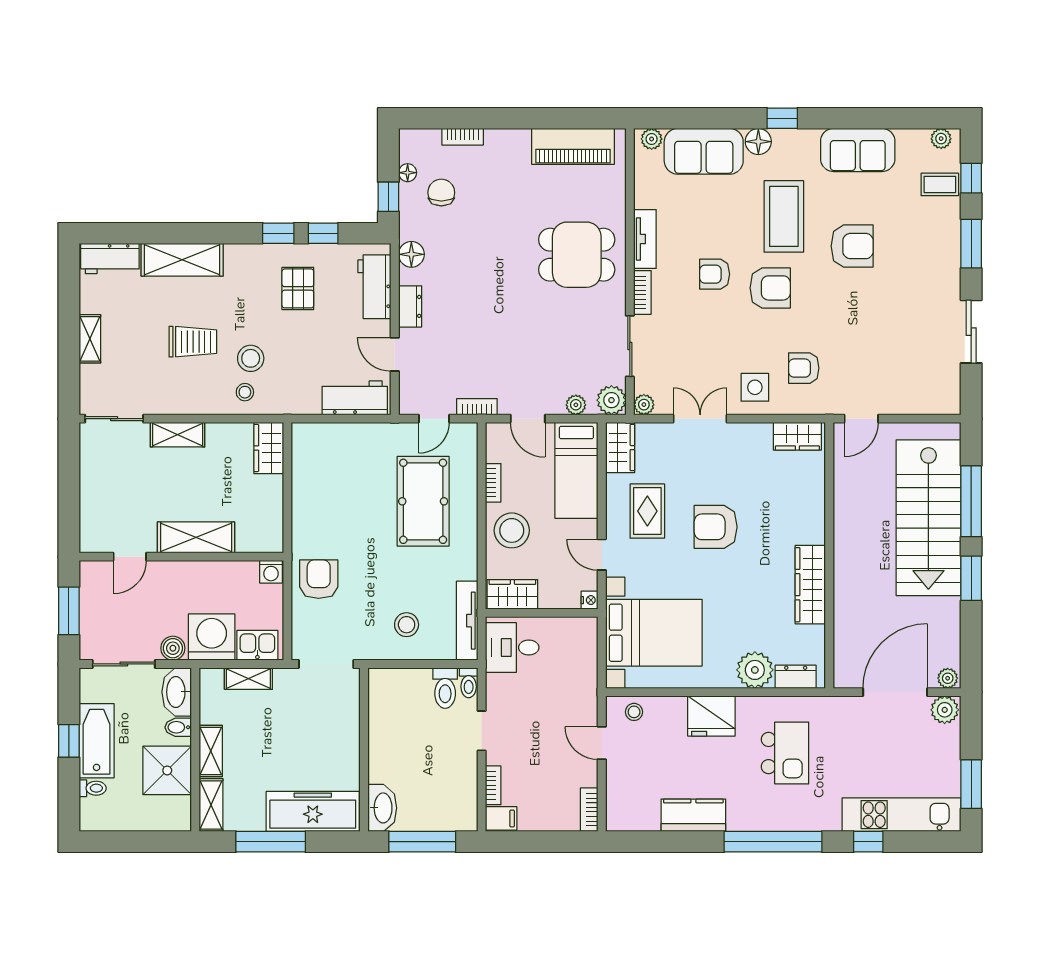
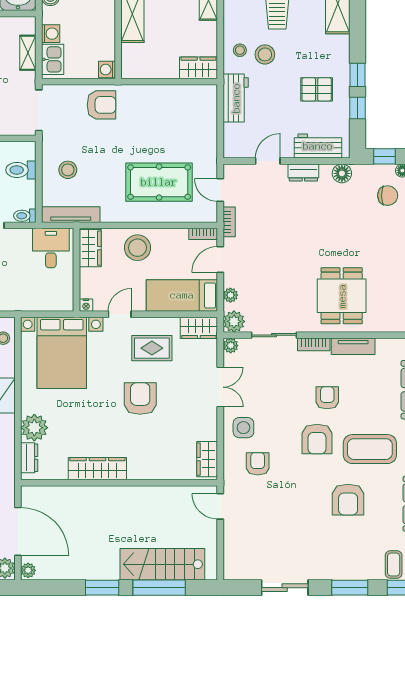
workbench: (355, 398) -> (236, 98), moved
bookcase: (493, 483) -> (203, 234), moved
stairs: (928, 518) -> (162, 564), width x0.73, depth x0.66
washing machine: (212, 637) -> (51, 34), width x0.53, depth x0.53
toilet: (445, 688) -> (21, 170), moved

